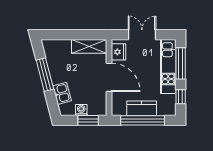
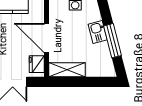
kitchen sink: (62, 93) -> (98, 32), moved

